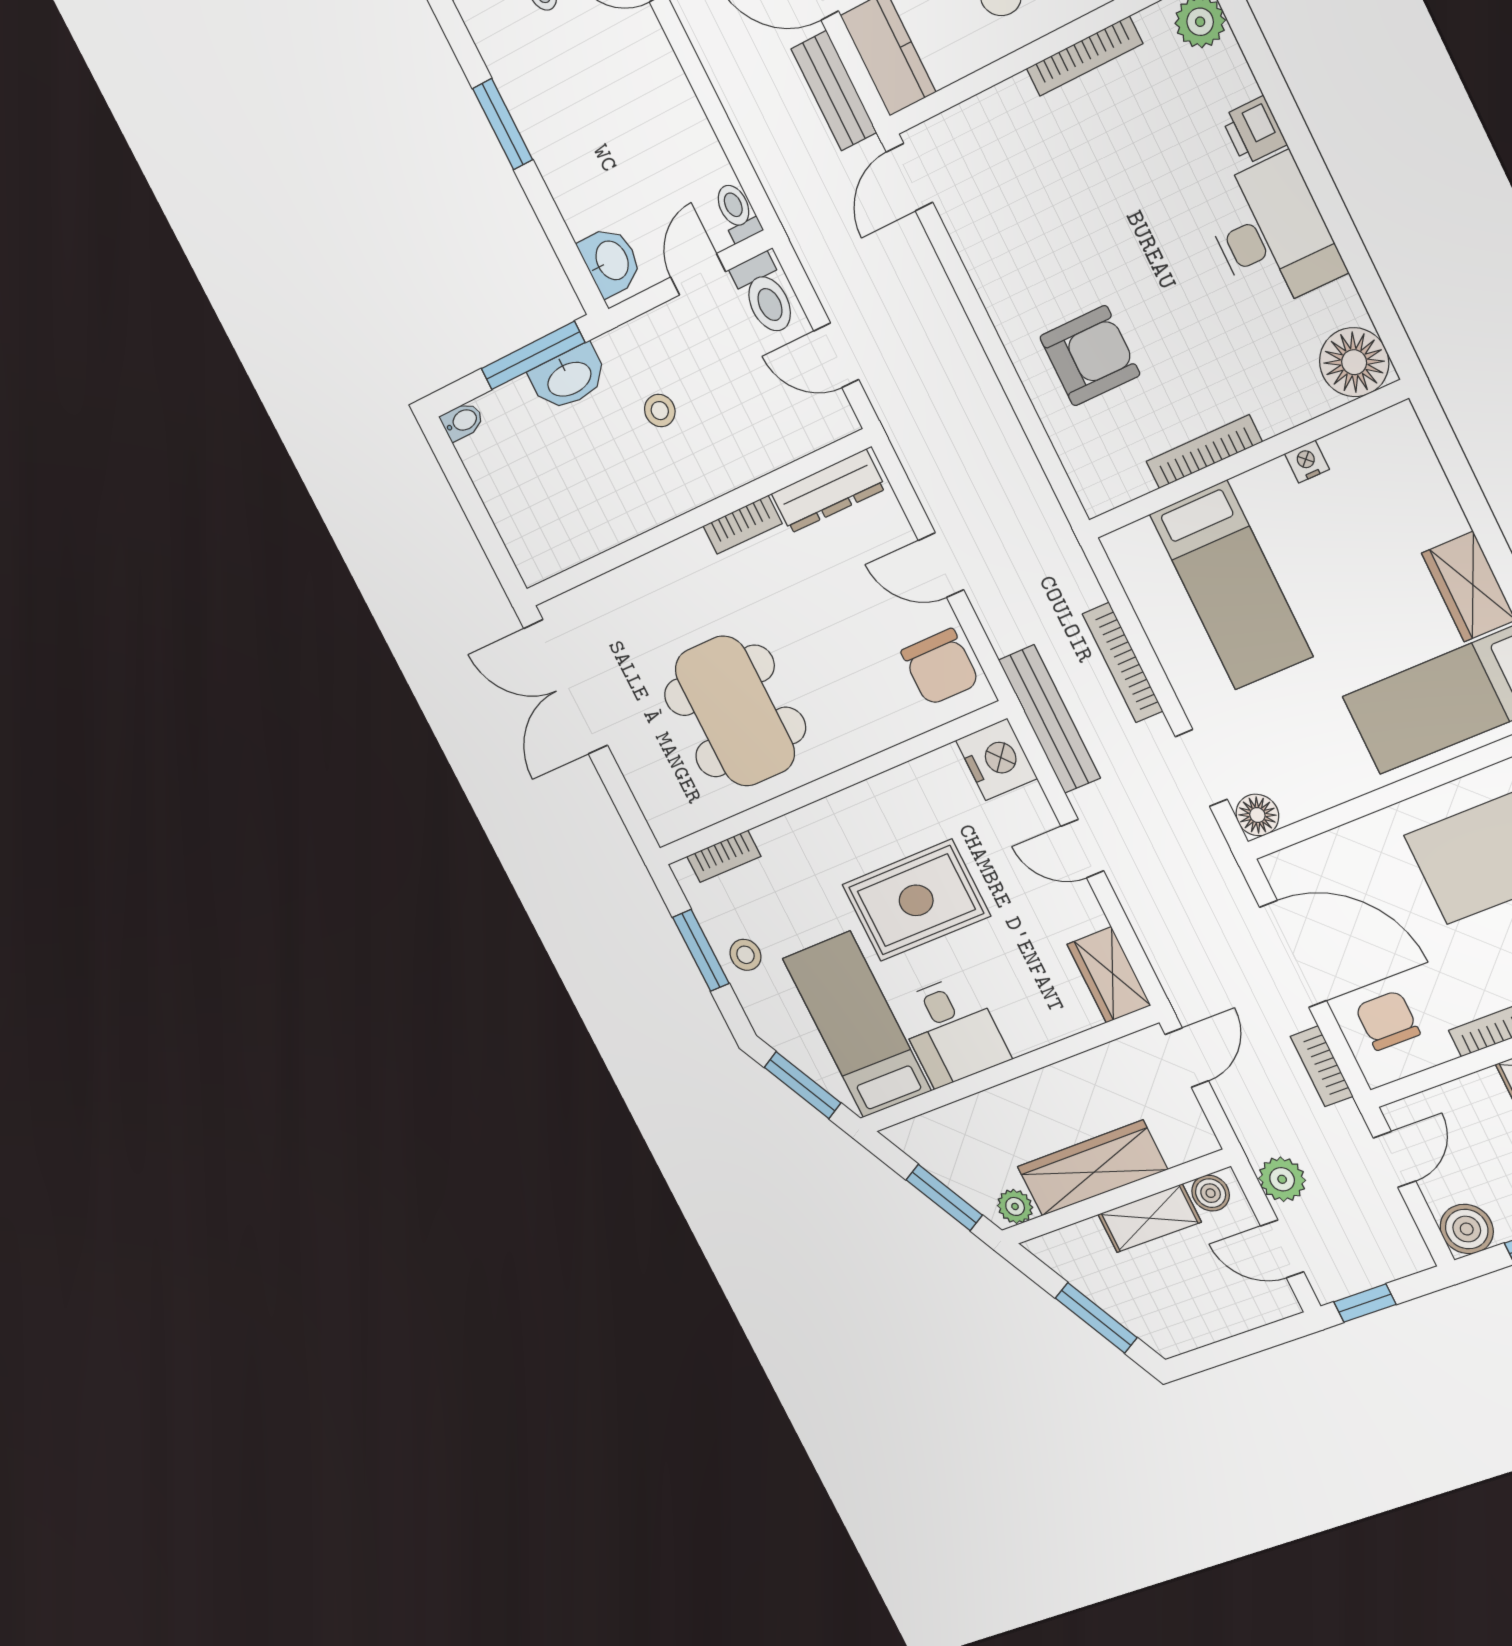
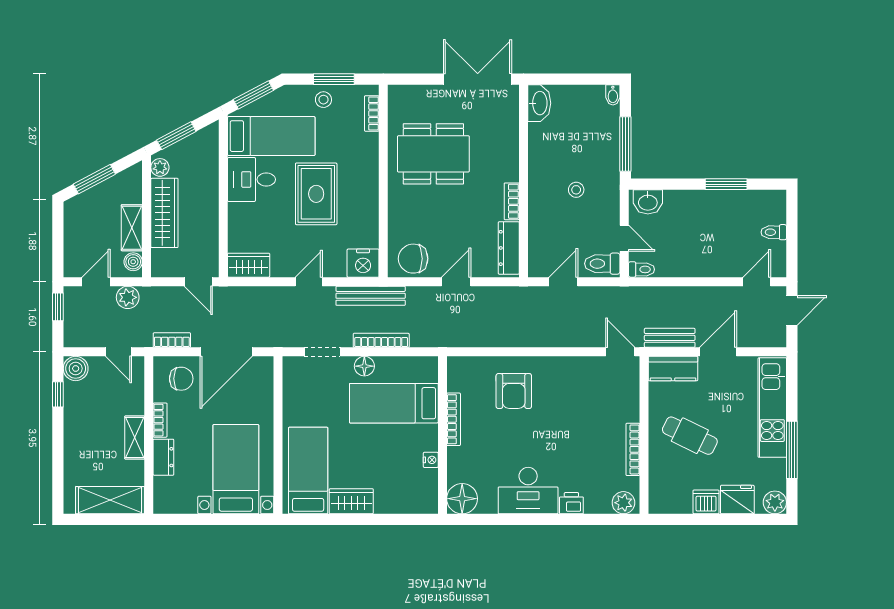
washbasin: (569, 378) -> (539, 103), moved, turned 180
floor lamp: (1257, 815) -> (364, 366), moved

